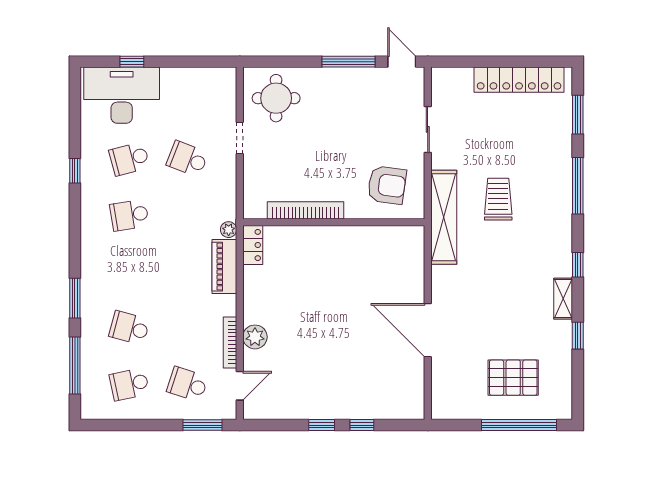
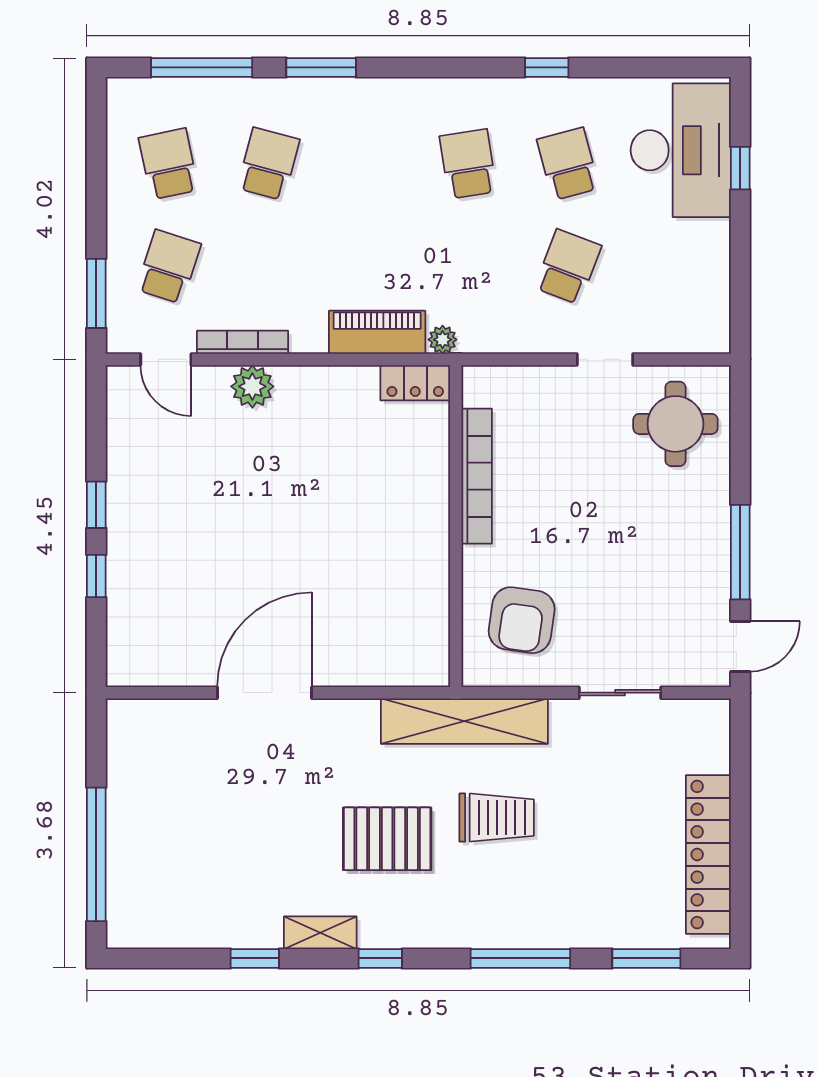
pallet: (513, 378) -> (387, 839), moved, turned 90

